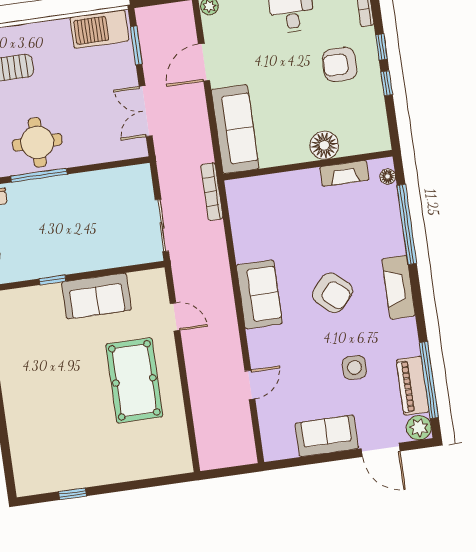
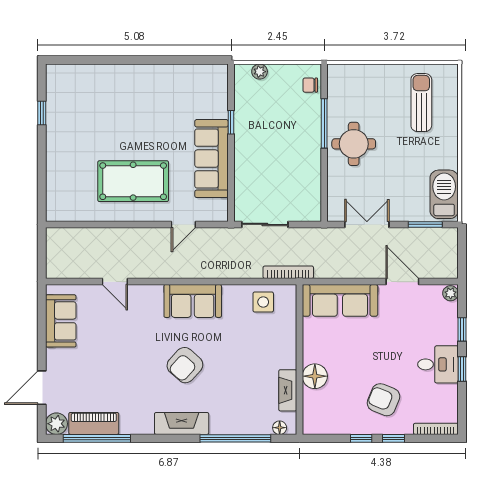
armchair: (340, 64) -> (383, 400), turned -68
round table: (37, 142) -> (354, 144), moved
sofa: (96, 296) -> (211, 159), width x1.36
side table: (354, 367) -> (263, 302), moved
sofa: (327, 436) -> (61, 321), moved

